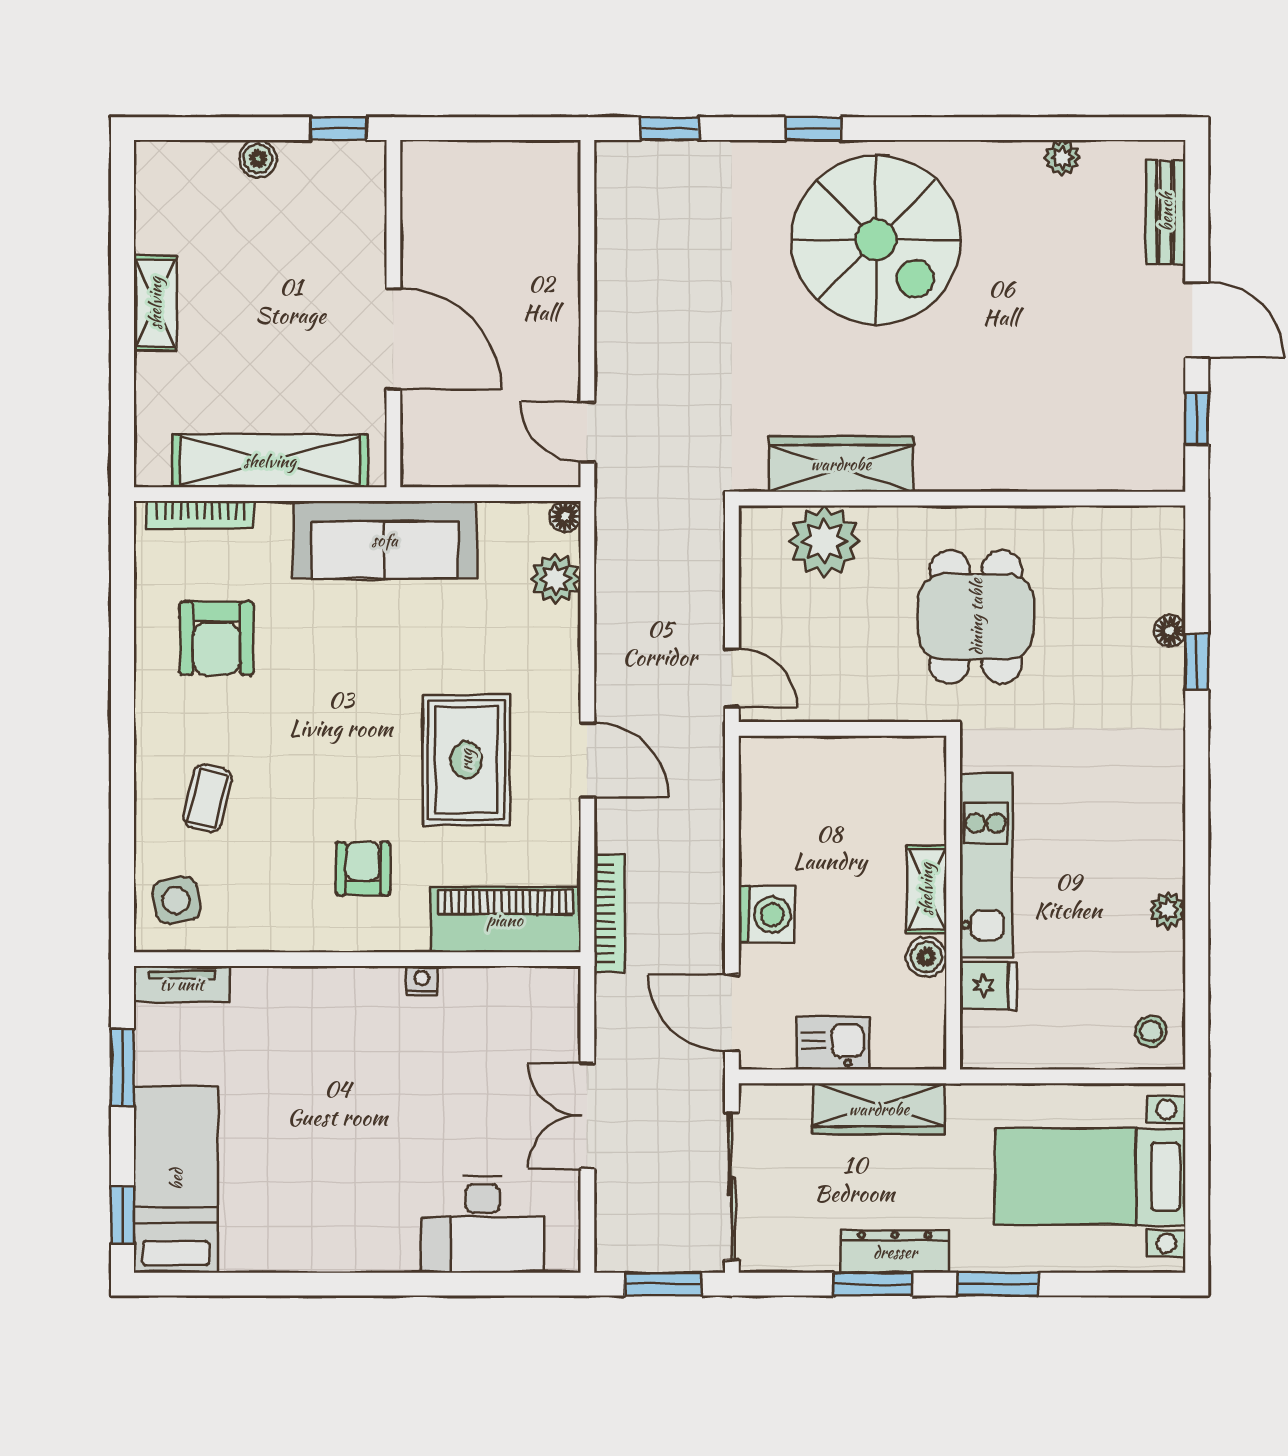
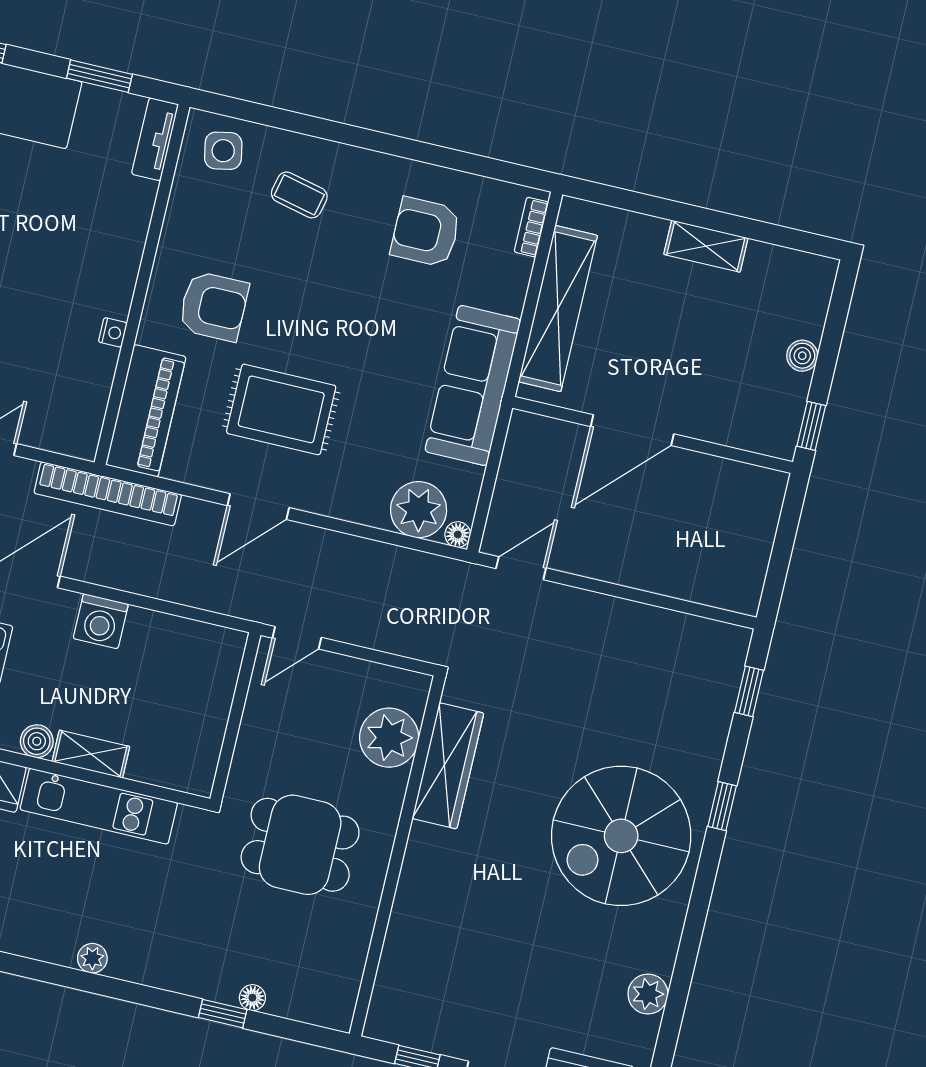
plant: (1062, 157) -> (648, 994), width x1.38, depth x1.38
bookcase: (200, 515) -> (531, 227), width x0.64
plant: (556, 579) -> (419, 510), width x1.36, depth x1.36
armchair: (363, 869) -> (213, 306), width x1.38, depth x1.38
plant: (1168, 910) -> (92, 958), moved
bookcase: (609, 913) -> (108, 494), width x1.48, depth x1.31

